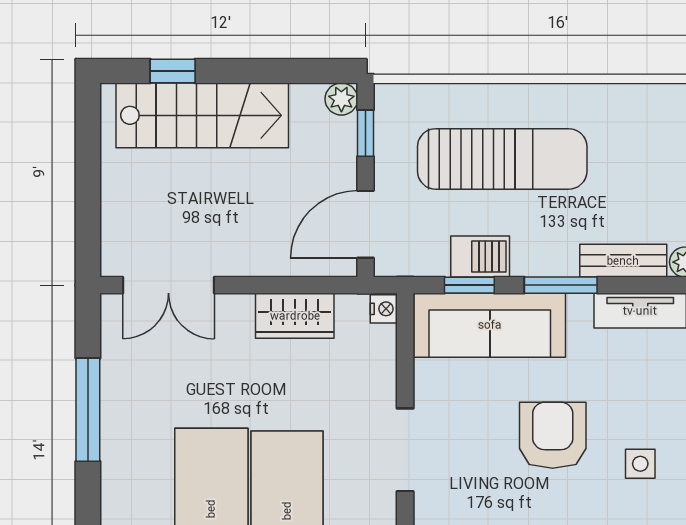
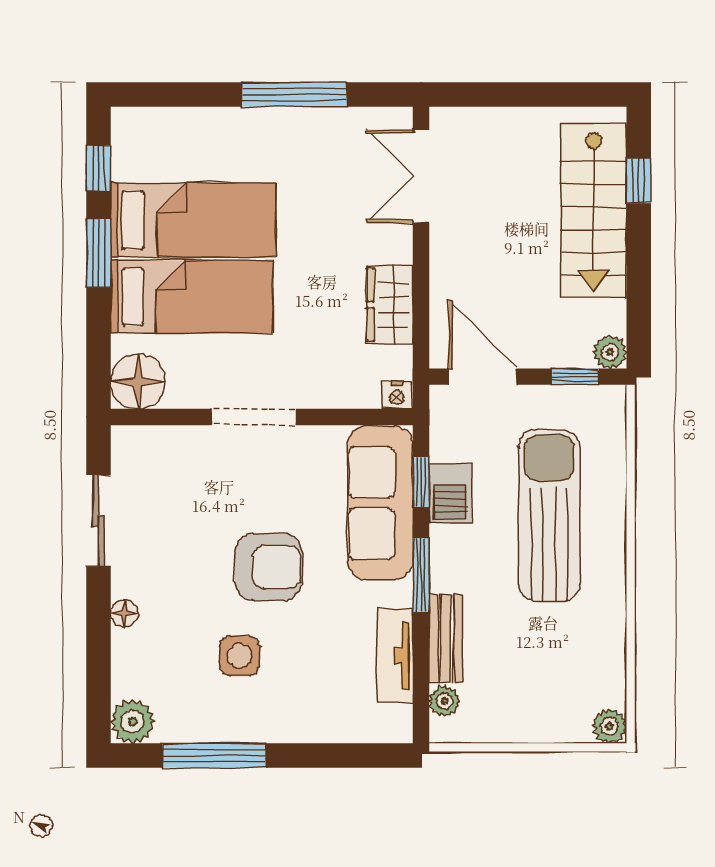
sun lounger: (502, 159) -> (549, 515), turned 180
side table: (640, 464) -> (239, 656), width x1.37, depth x1.37

